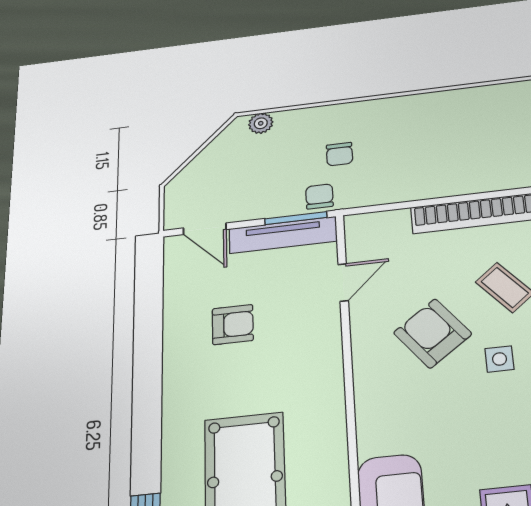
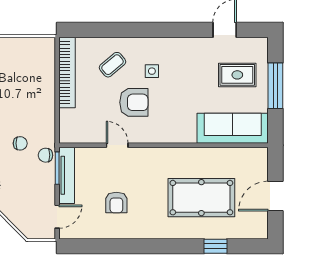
door: (343, 282) -> (117, 145), moved
armchair: (233, 325) -> (116, 202), turned 180
armchair: (433, 333) -> (134, 102), turned -143

